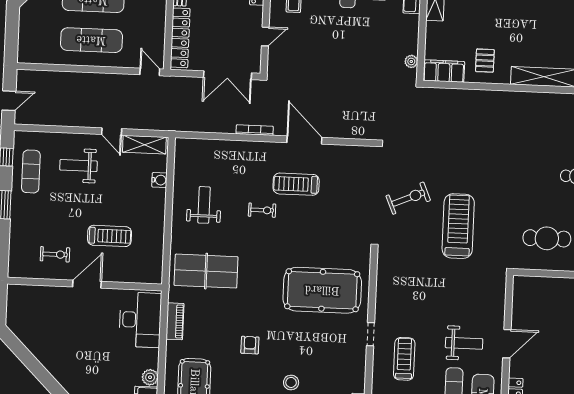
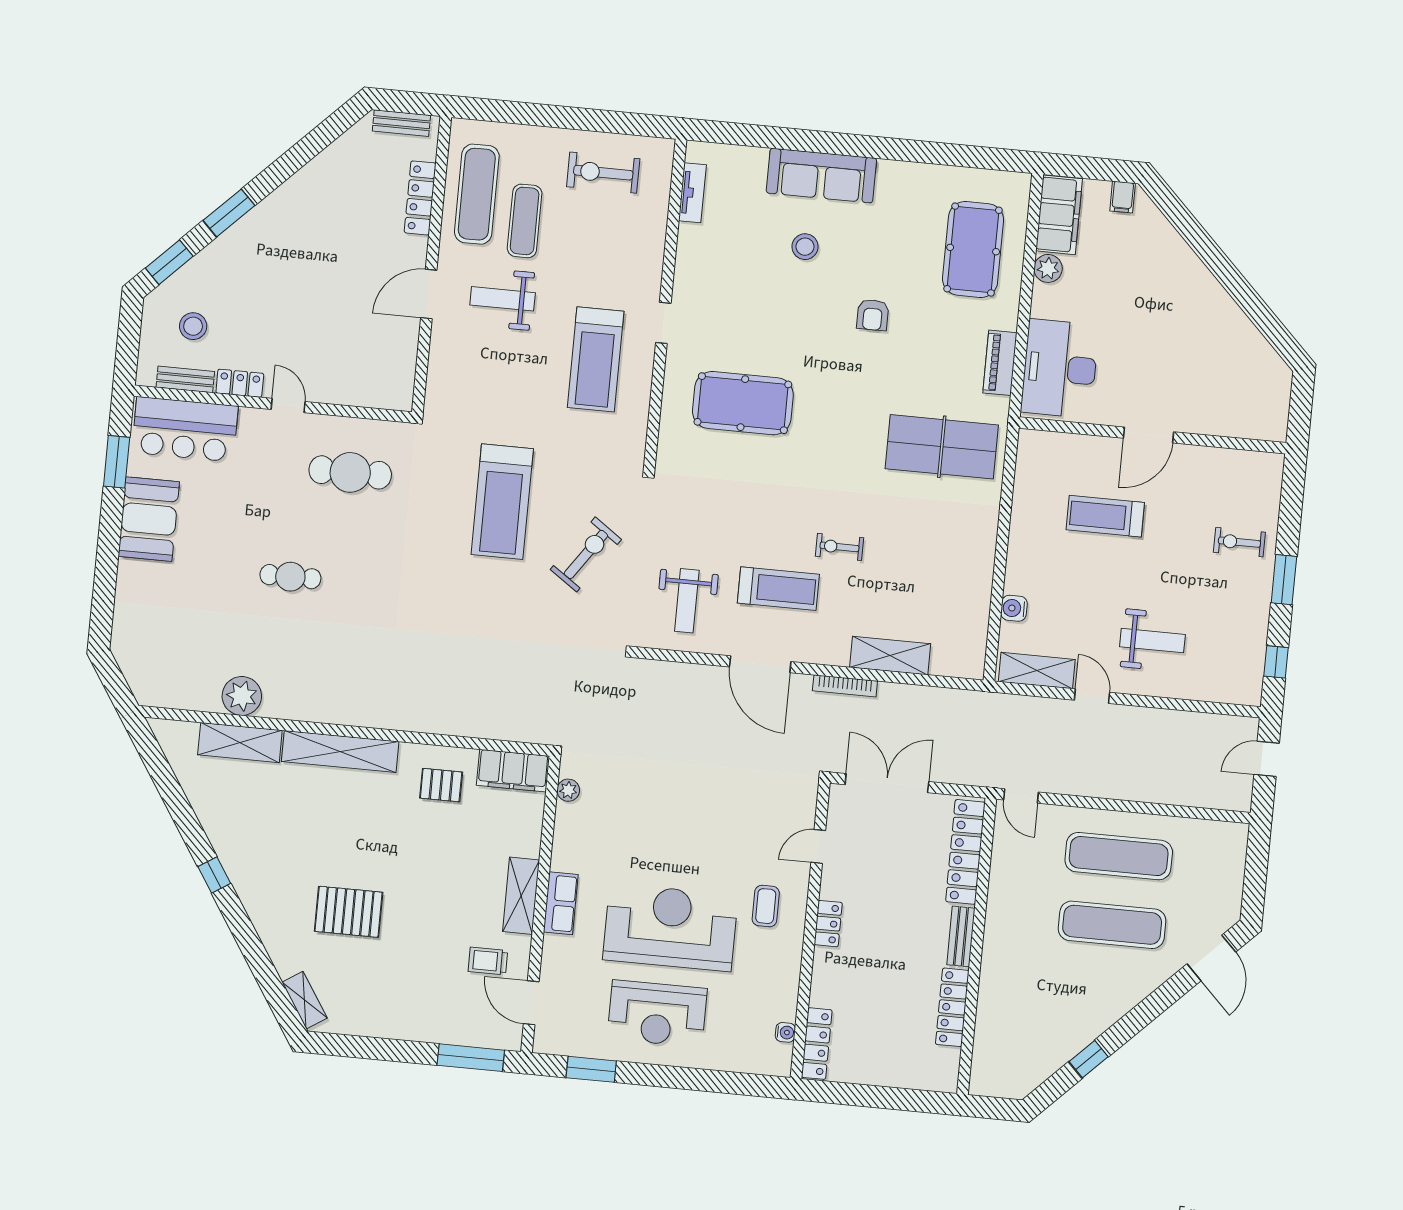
pallet: (485, 61) -> (441, 785), turned 90
shelving: (230, 149) -> (890, 656), added
exercise mat: (31, 171) -> (1235, 635), removed
exercise bike: (408, 198) -> (586, 554), turned 148
weight bench: (204, 205) -> (687, 601), moved
exercise bike: (55, 254) -> (1239, 542), moved
pool table: (322, 290) -> (743, 403), width x0.73, depth x0.76
treadmill: (404, 359) -> (596, 359), moved, width x1.37, depth x1.38

